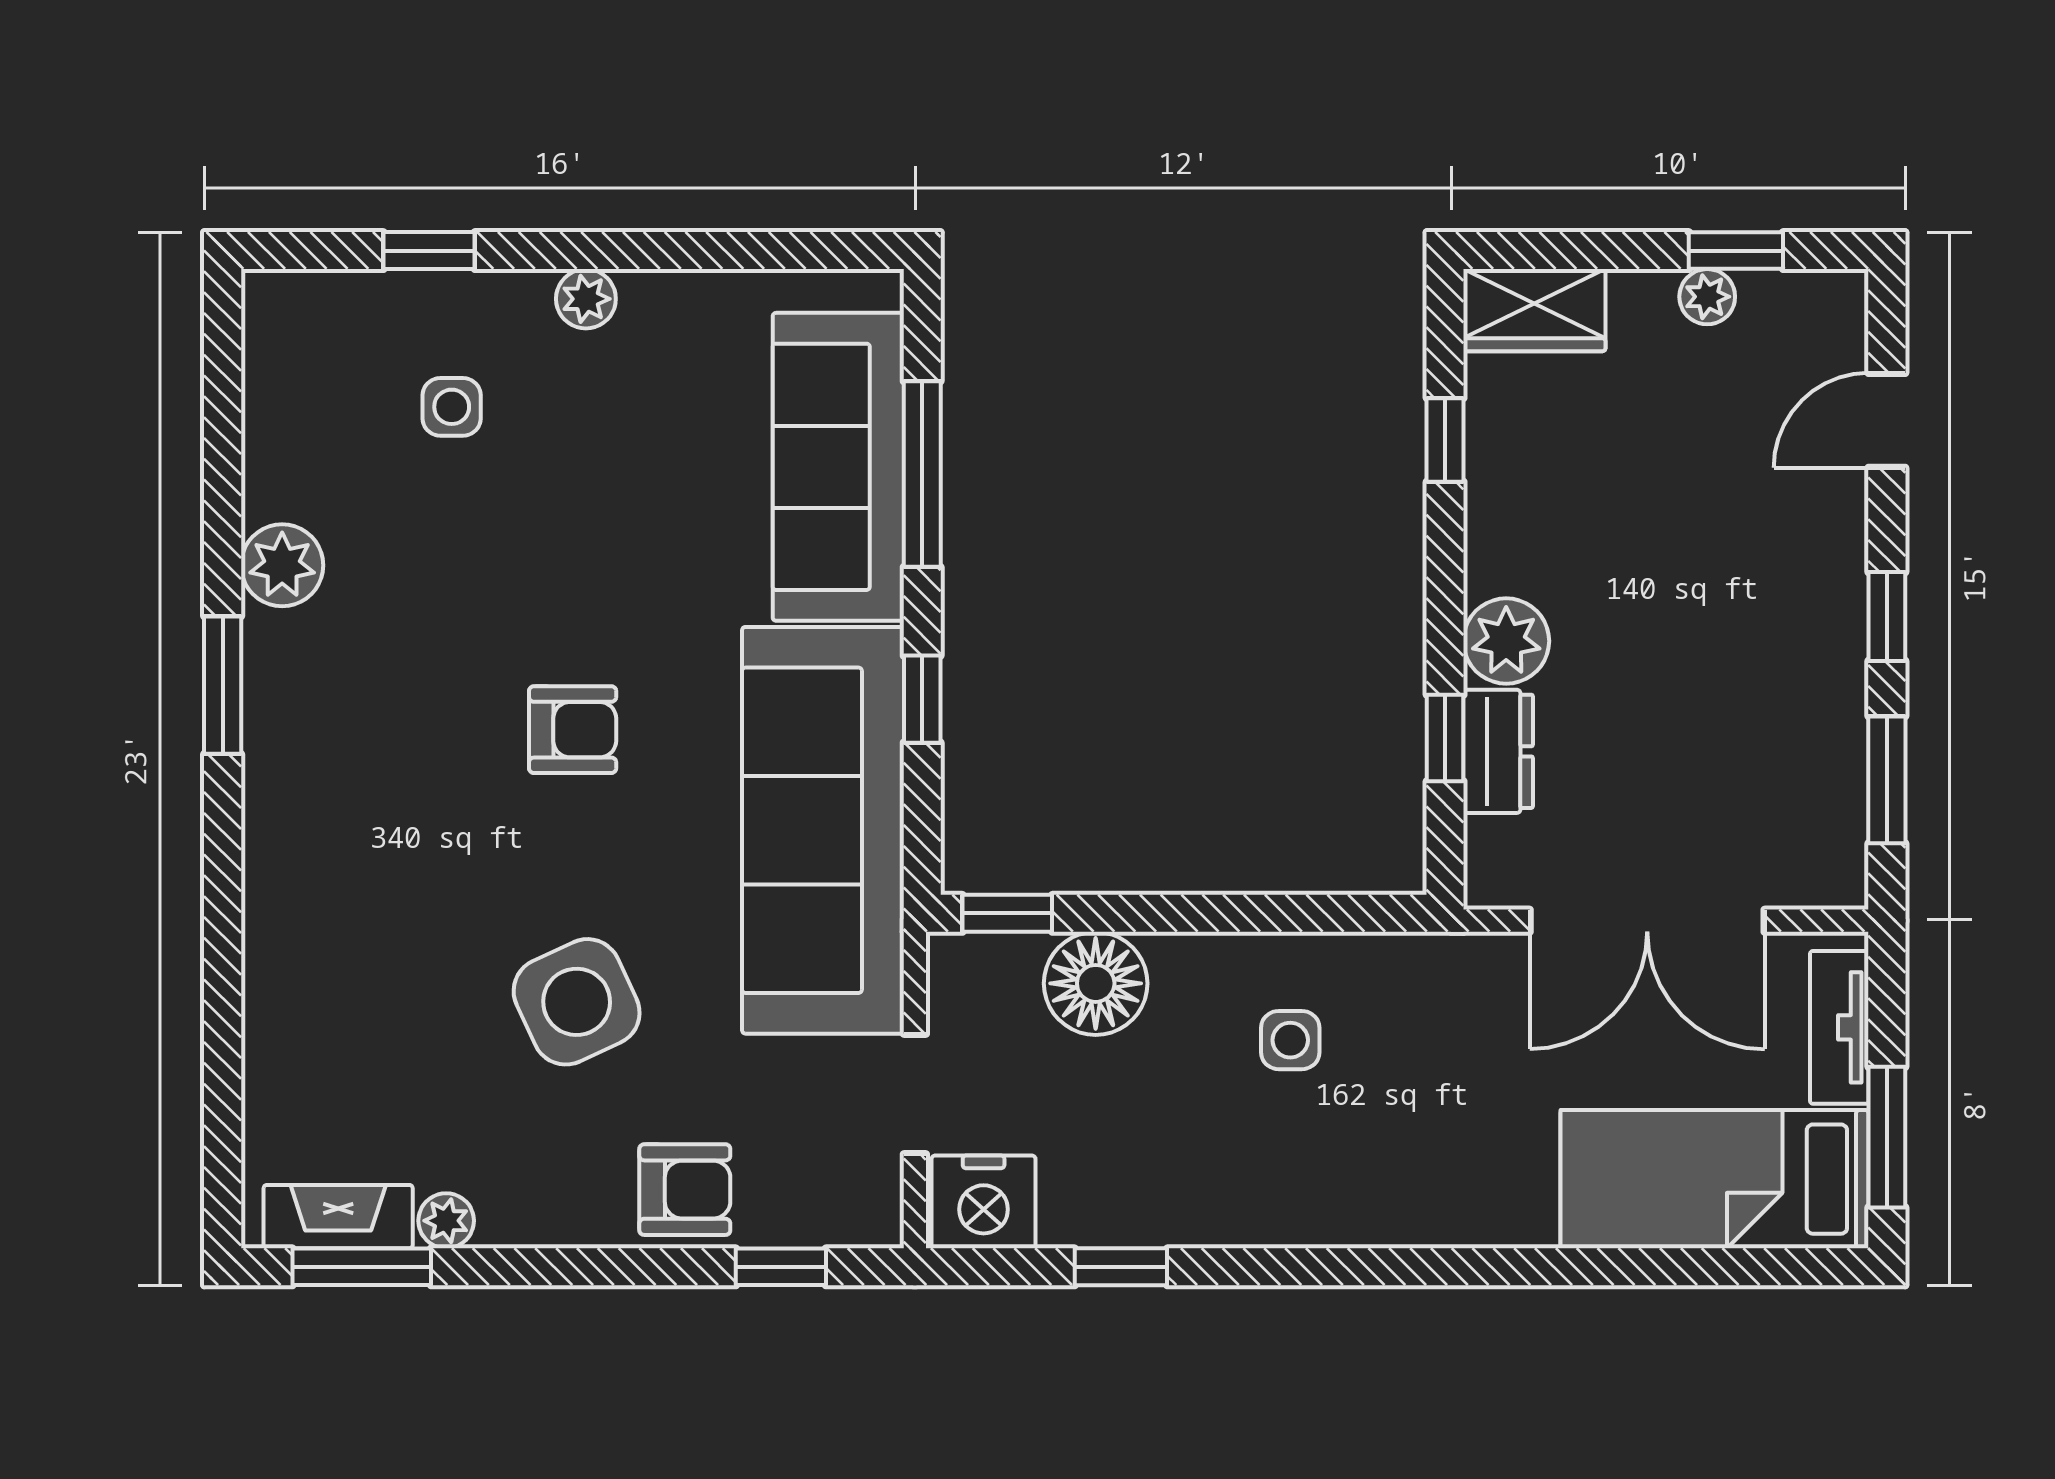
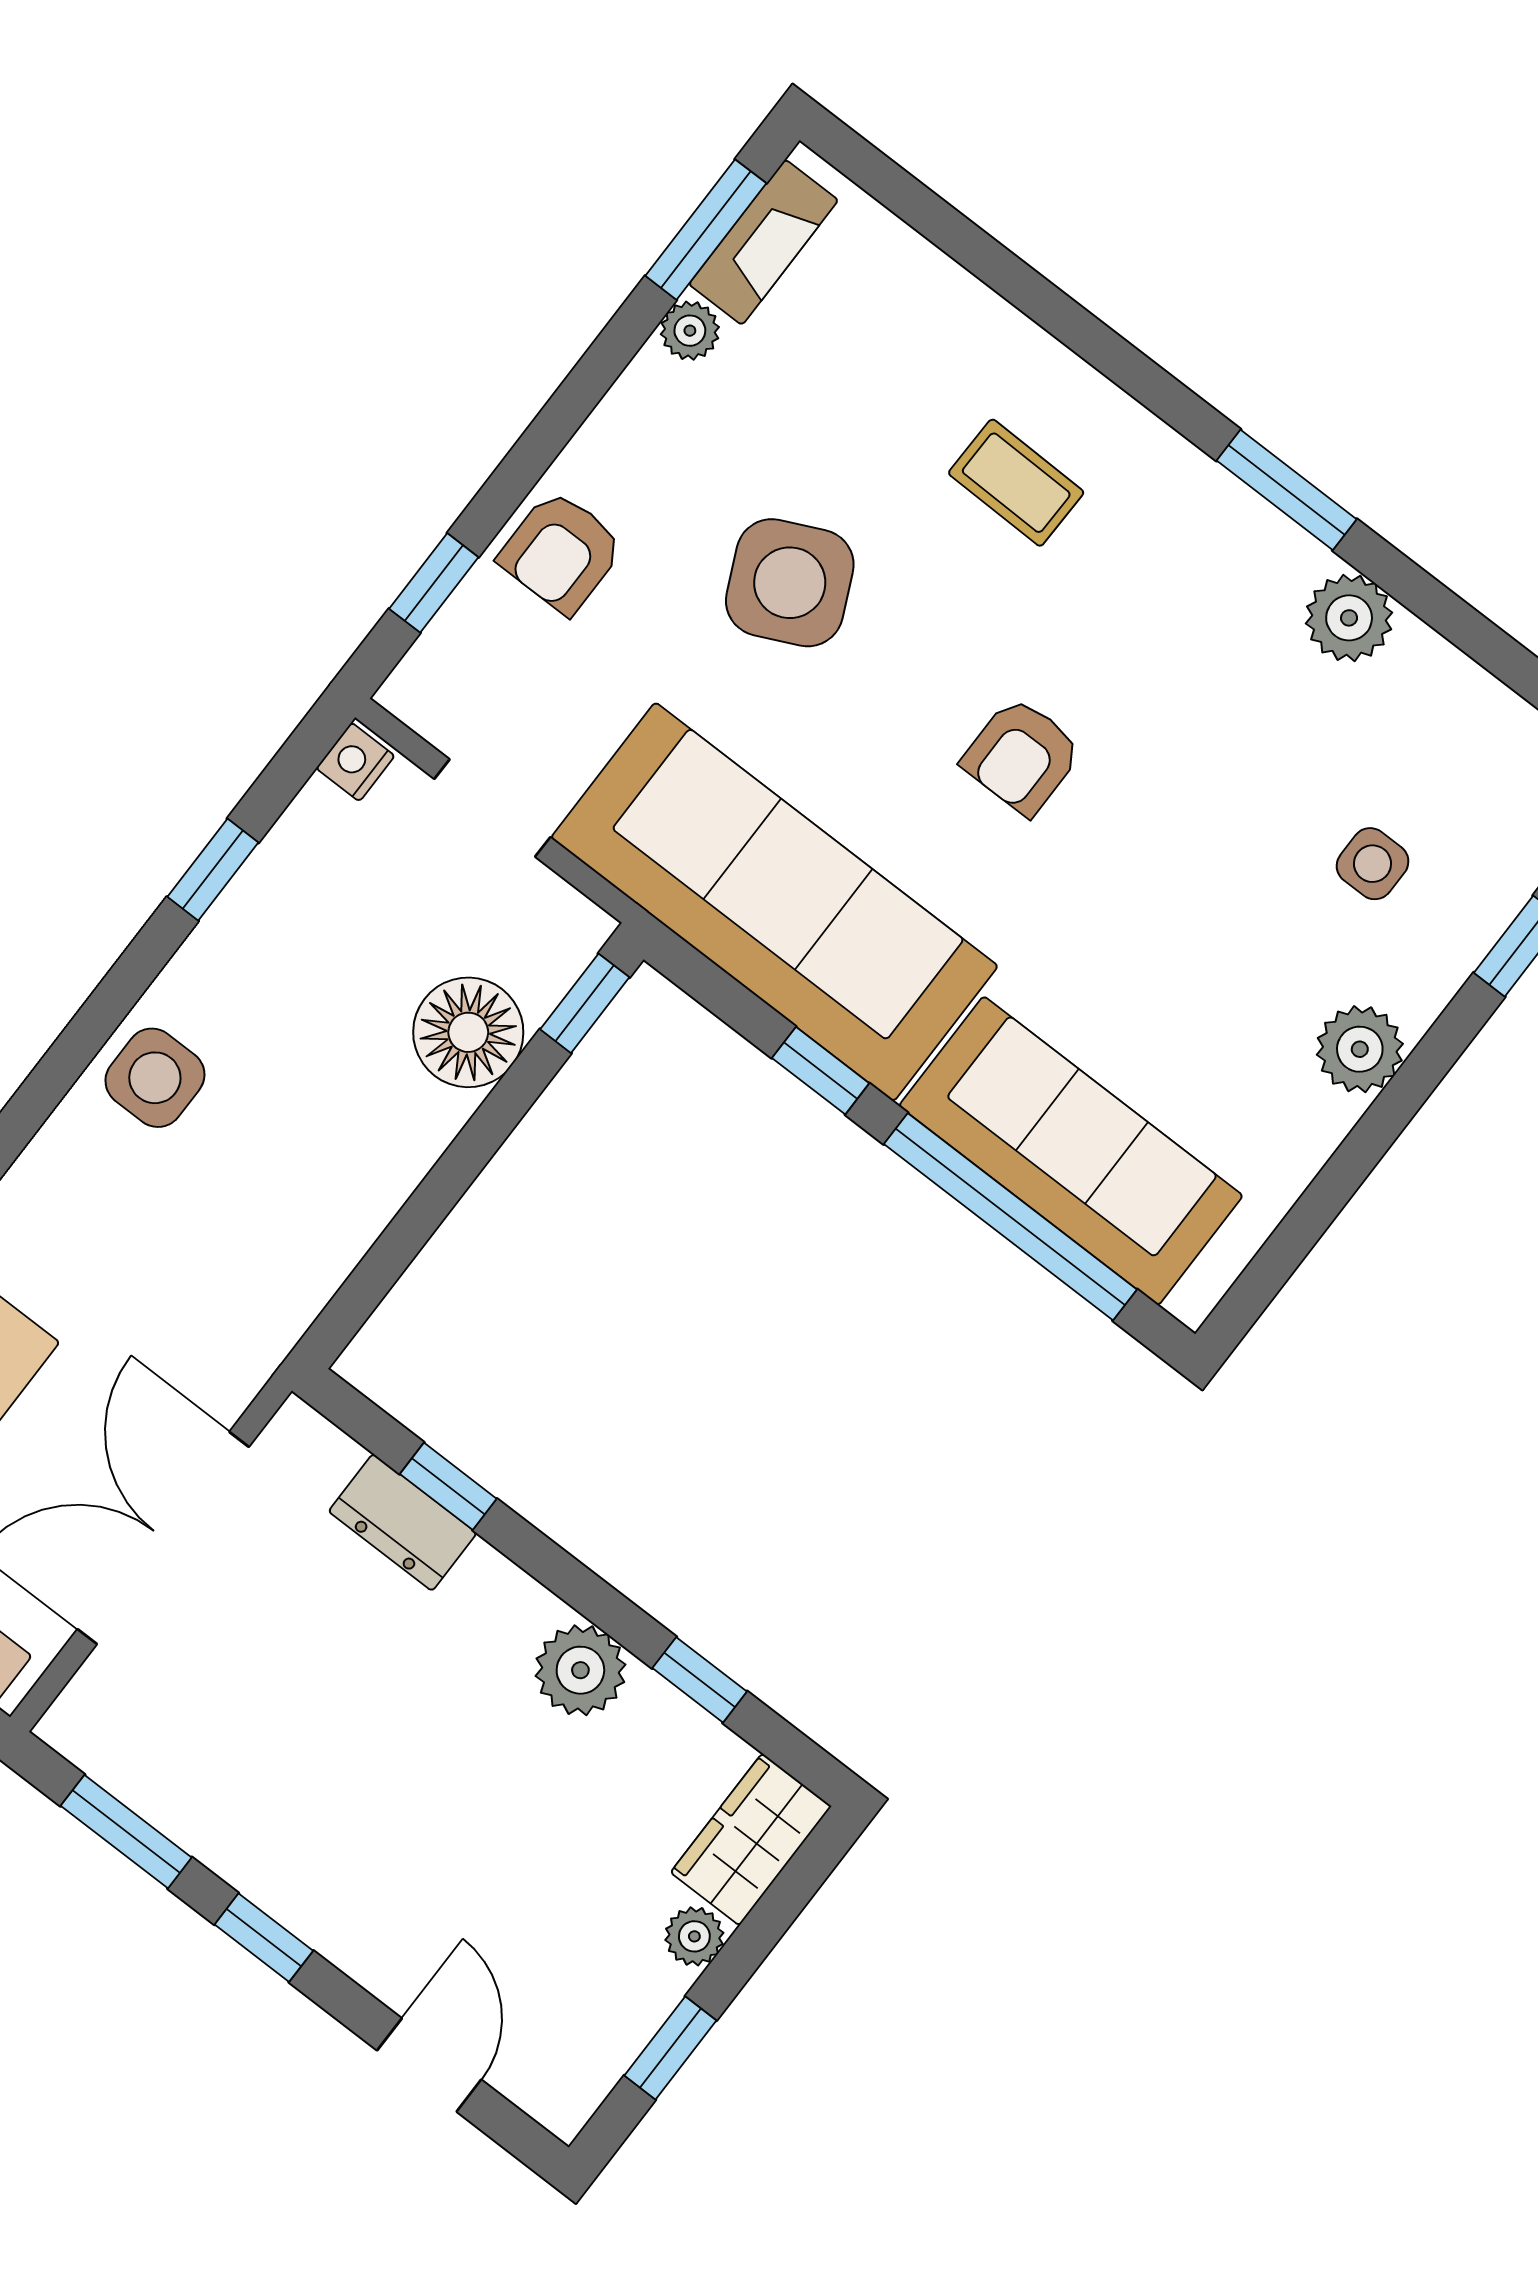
plant: (1707, 297) -> (694, 1936), moved
plant: (586, 299) -> (1360, 1049), width x1.38, depth x1.38
window: (922, 474) -> (1010, 1217), width x1.46
plant: (1506, 641) -> (580, 1670), moved
coffee table: (372, 891) -> (1016, 483), added
side table: (1290, 1040) -> (155, 1078), moved, width x1.37, depth x1.37
nightstand: (984, 1202) -> (355, 762), width x0.53, depth x0.56

